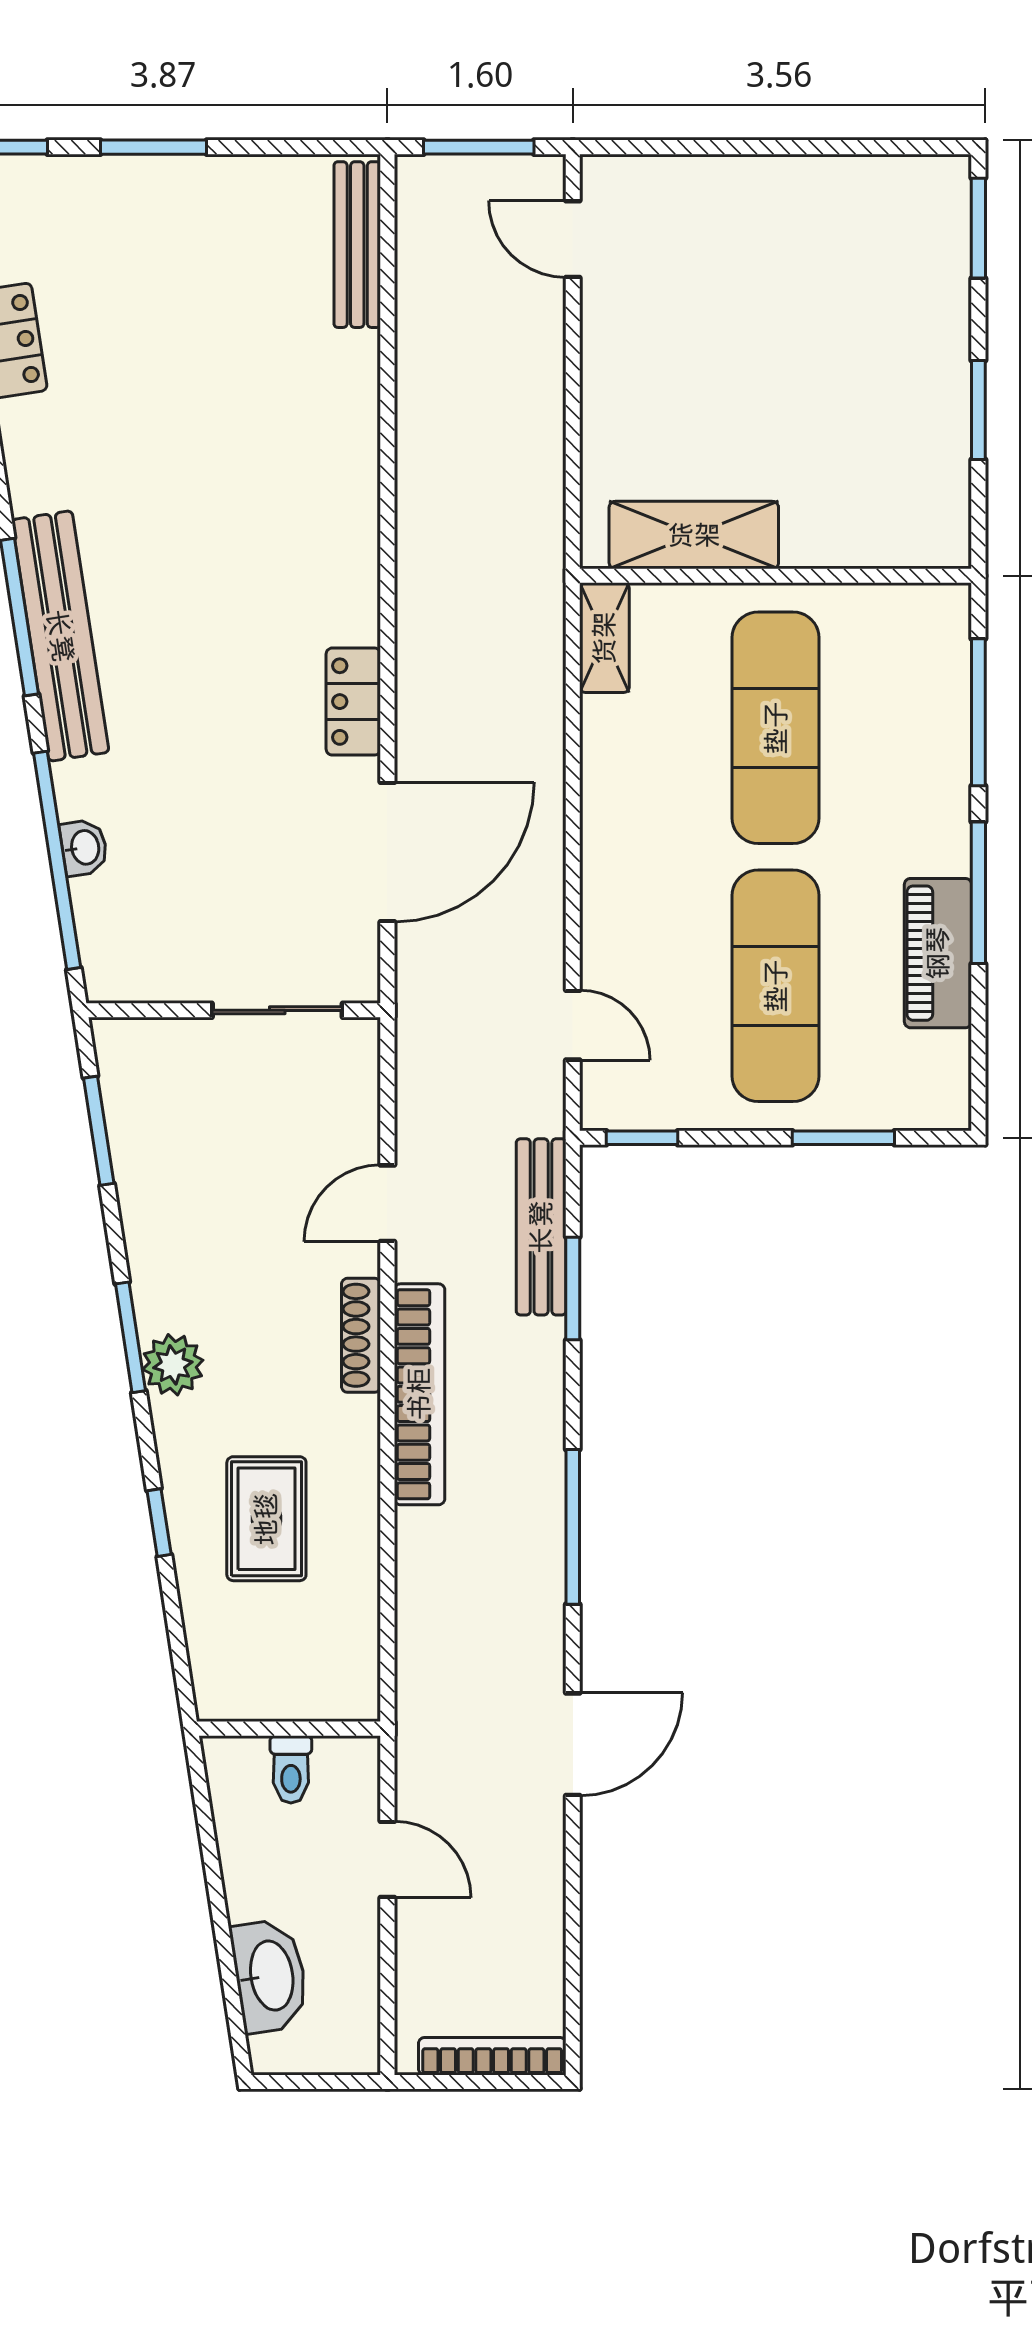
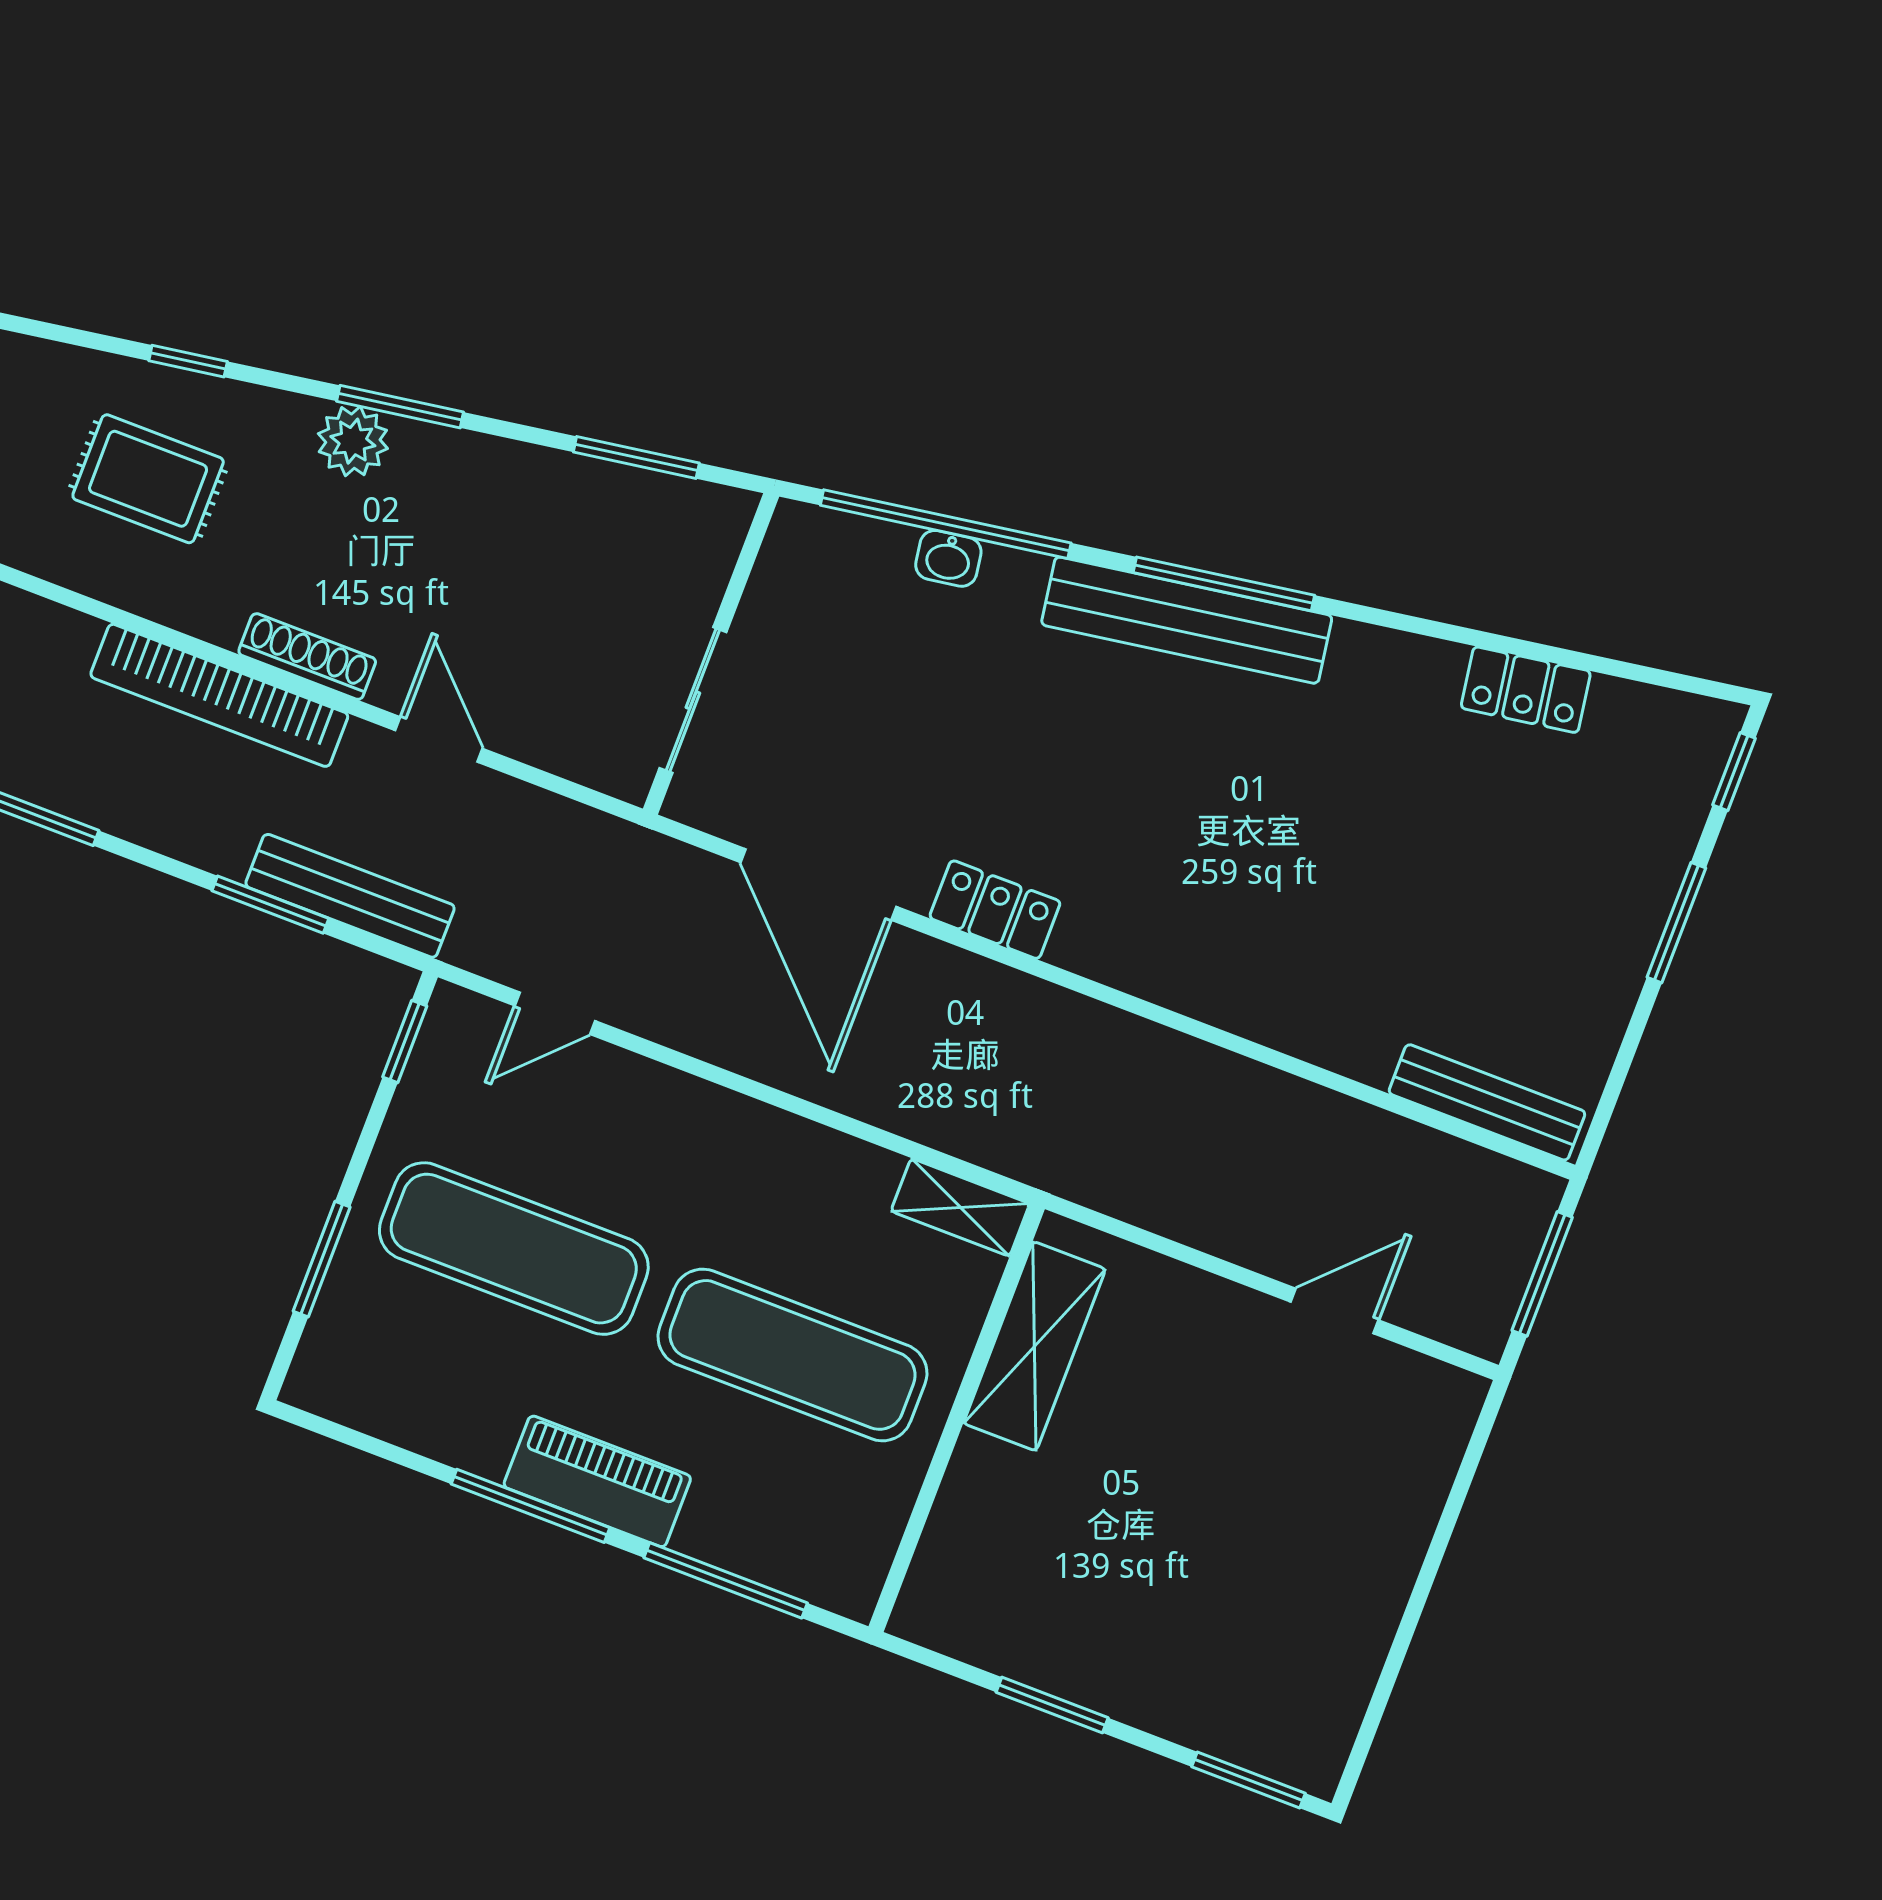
door: (573, 239) -> (1335, 1311), moved
piano: (938, 953) -> (597, 1481), moved

